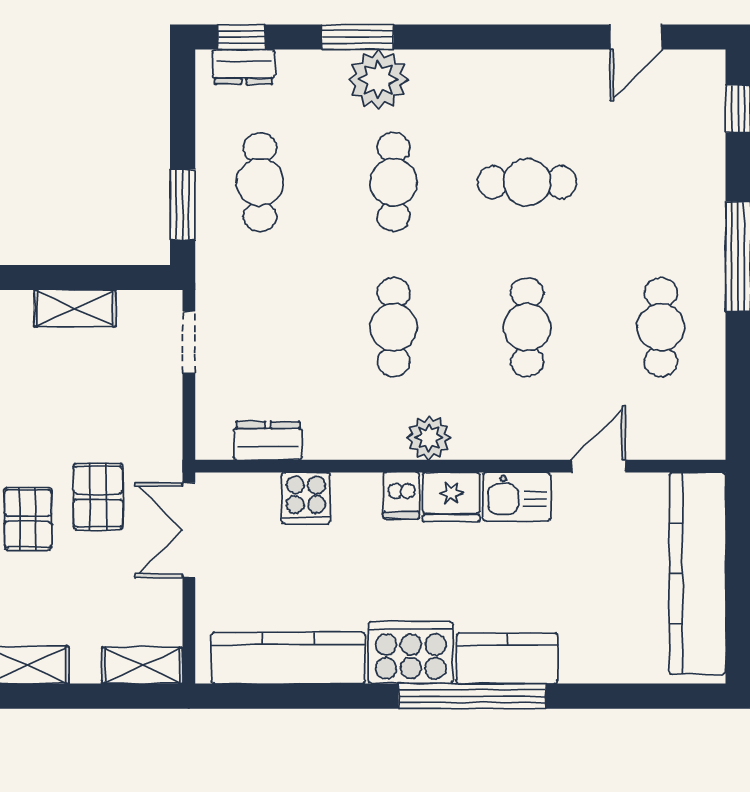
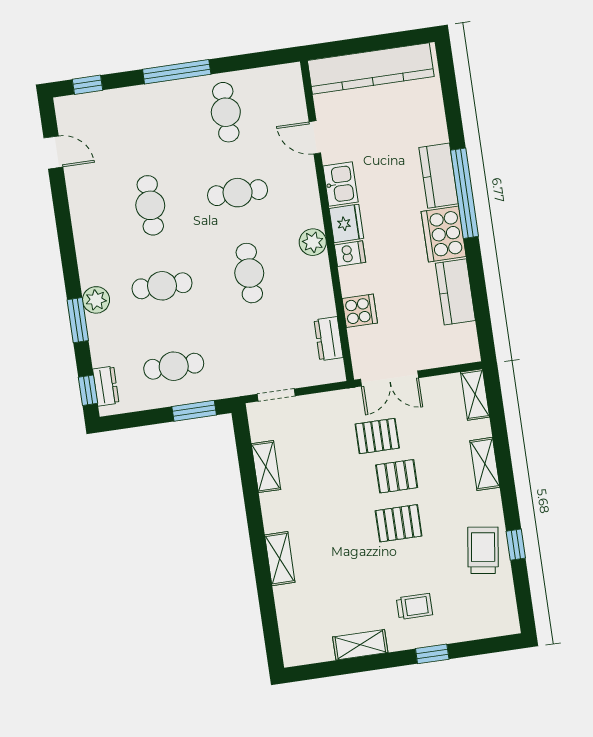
plant: (378, 80) -> (96, 300), width x0.73, depth x0.73
cafe table: (394, 327) -> (249, 273), turned 90
cafe table: (661, 327) -> (226, 112), turned 90
kitchen counter: (288, 658) -> (455, 292), width x0.67

